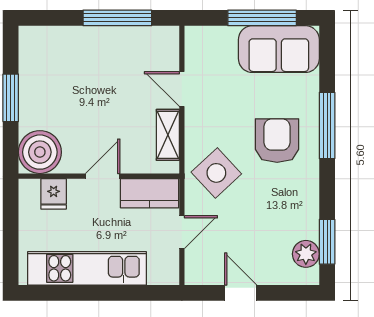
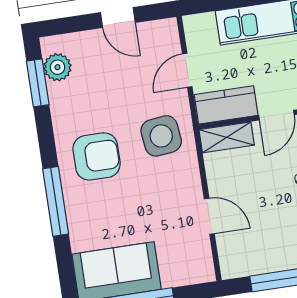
shelving: (168, 135) -> (227, 137), moved, turned 90
armchair: (277, 141) -> (97, 156), moved, turned -90
side table: (216, 173) -> (161, 136), turned 36

